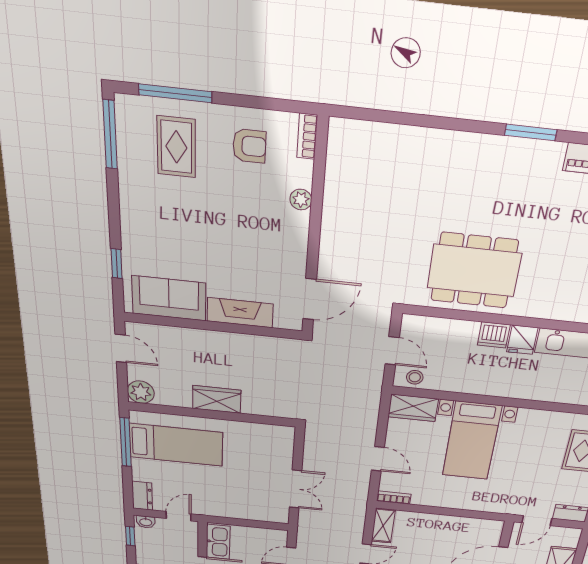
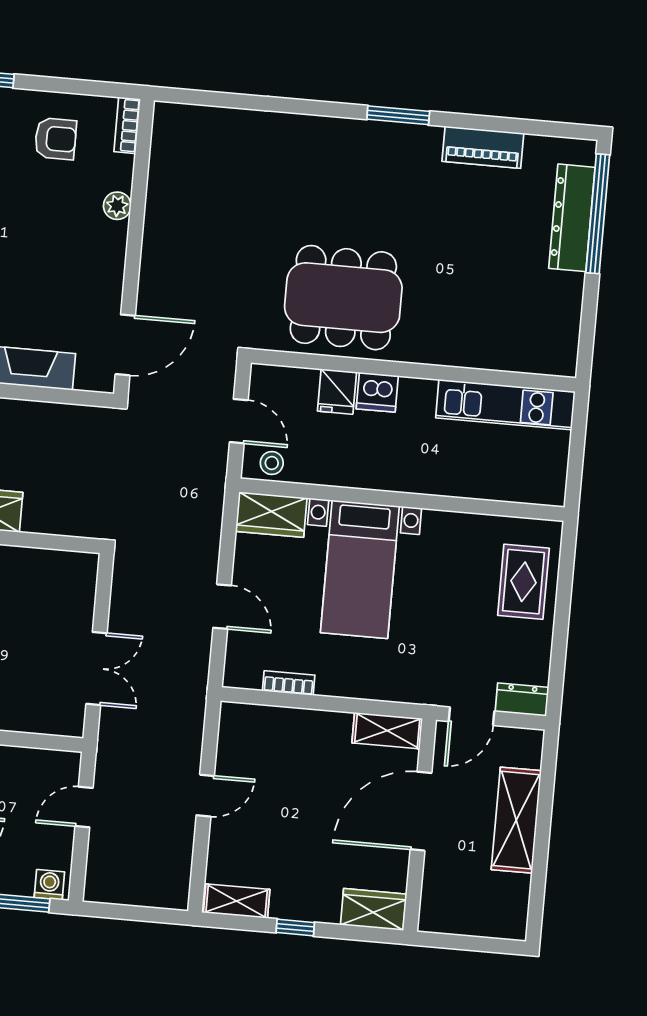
fridge: (522, 340) -> (337, 392), moved
bookcase: (394, 498) -> (289, 683), moved
shelving: (383, 526) -> (387, 731), moved, turned 90

